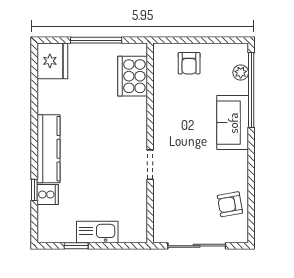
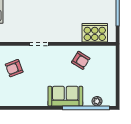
armchair: (189, 63) -> (81, 60), moved, turned -148
armchair: (230, 204) -> (14, 68), moved, turned -101

